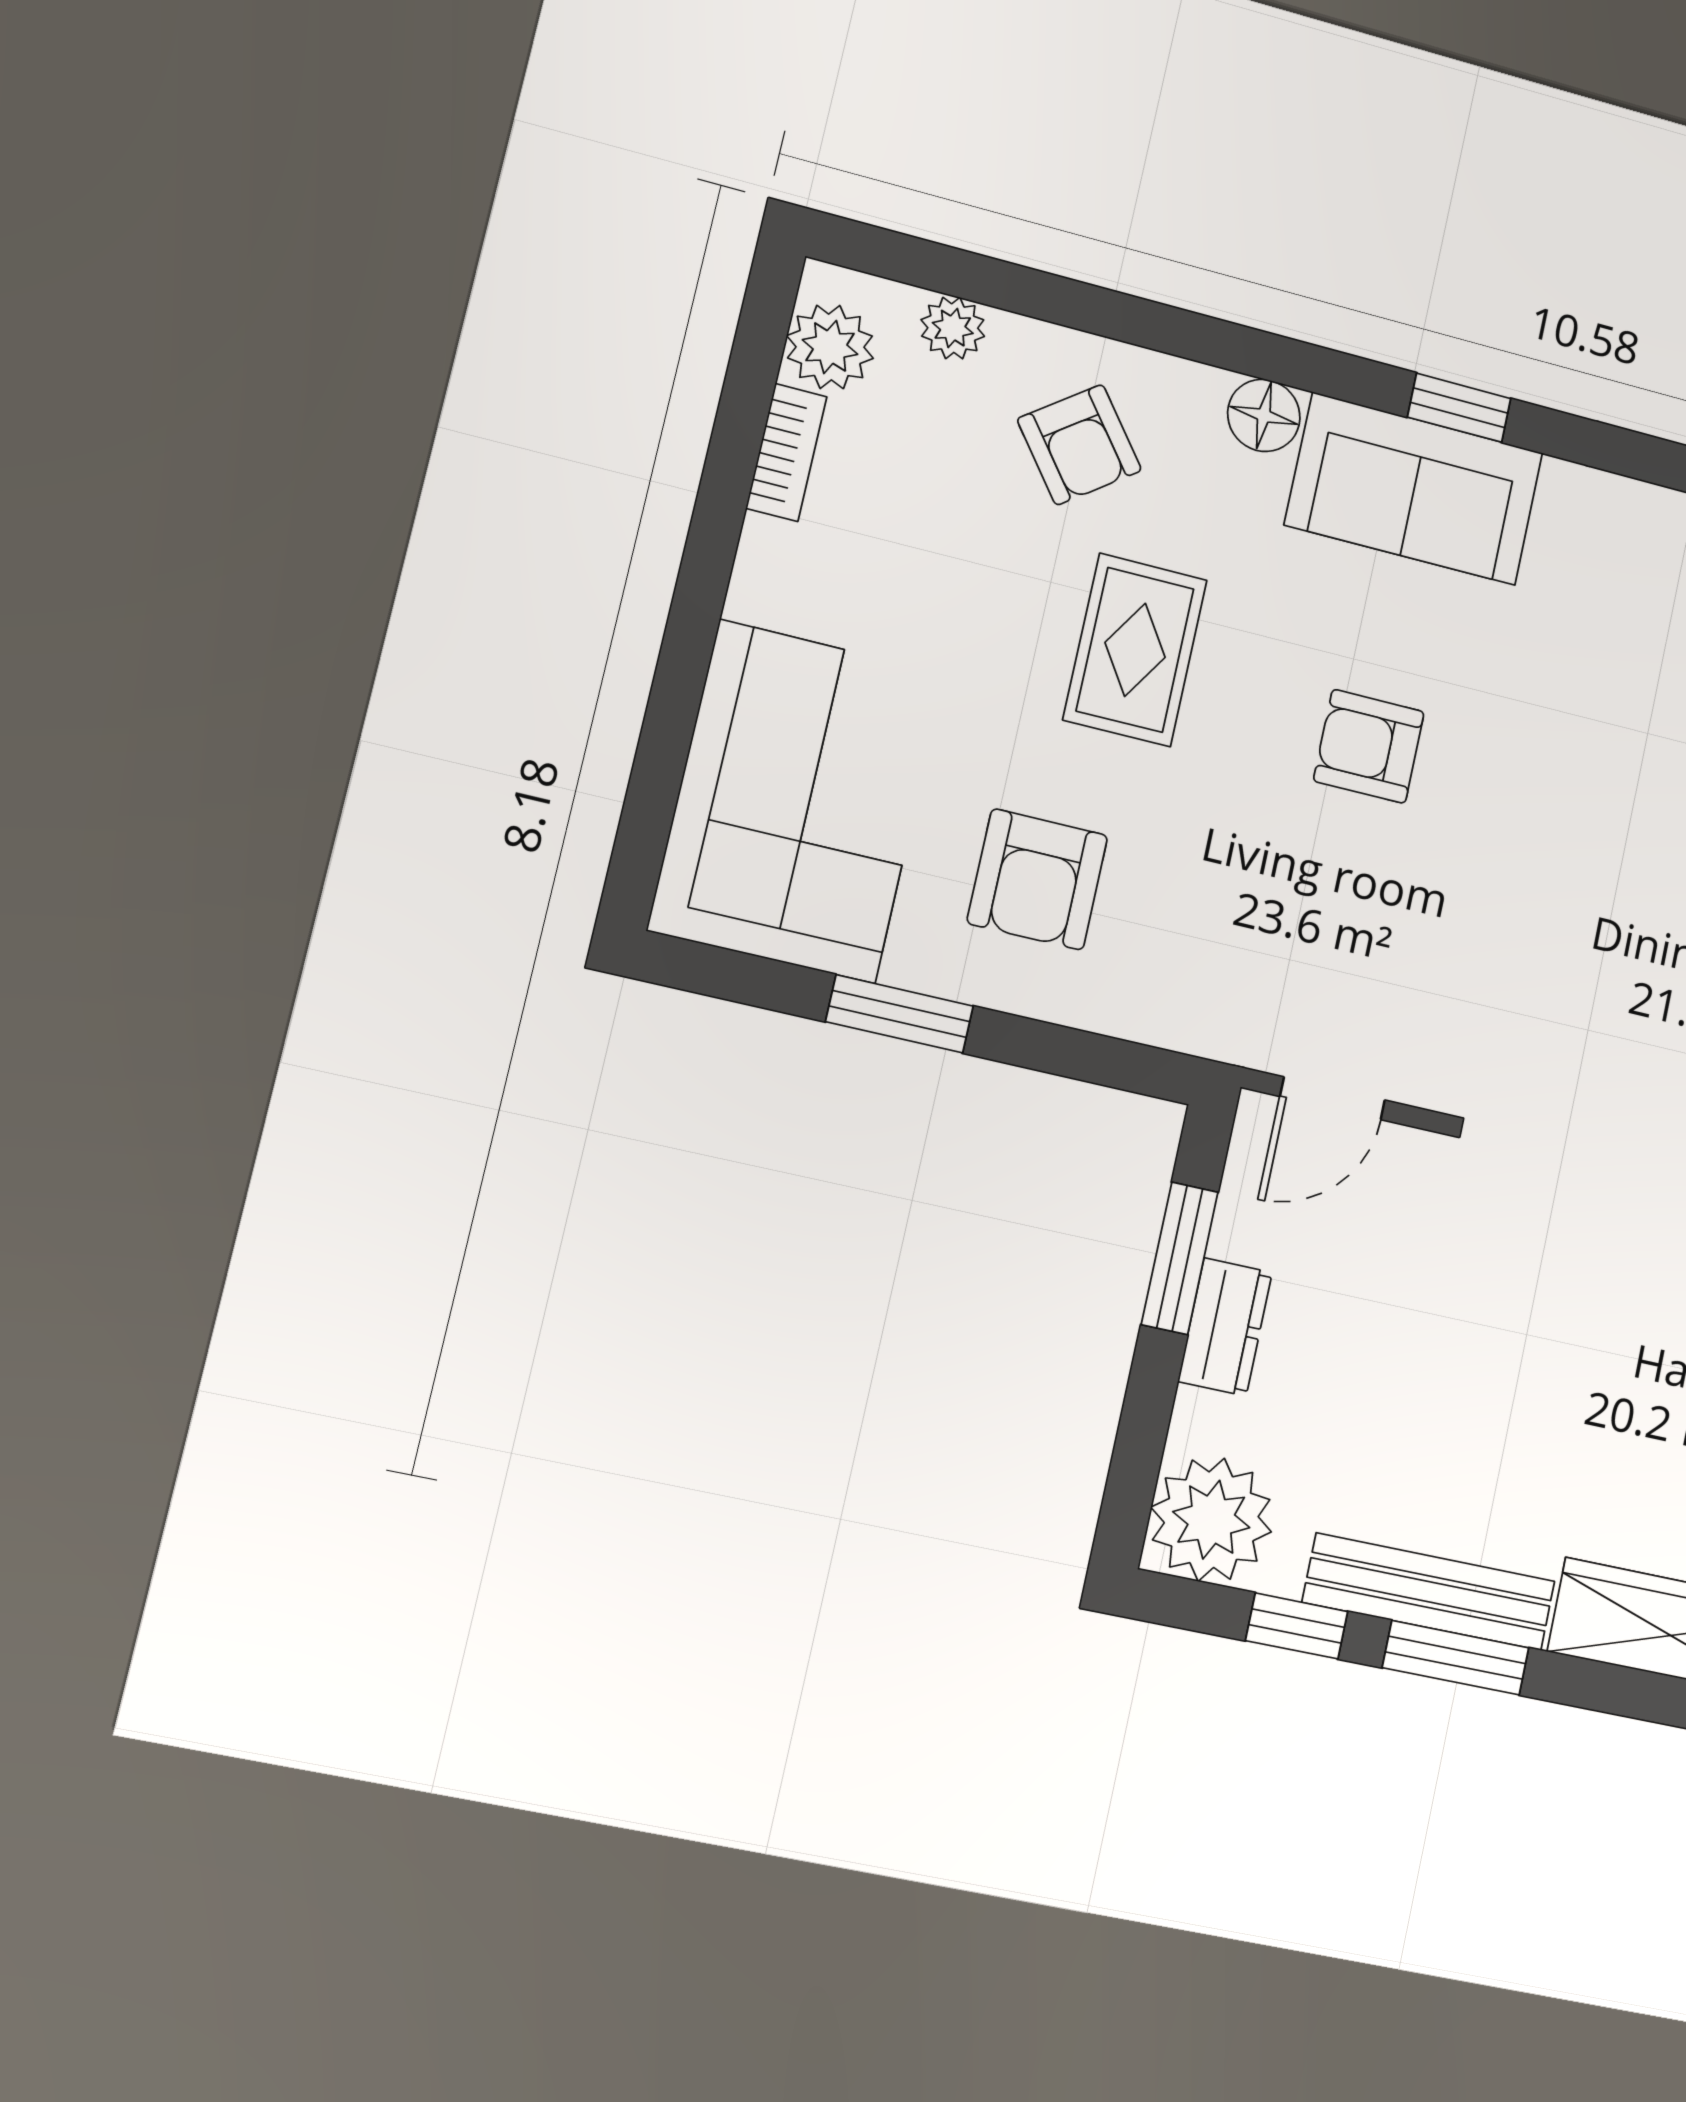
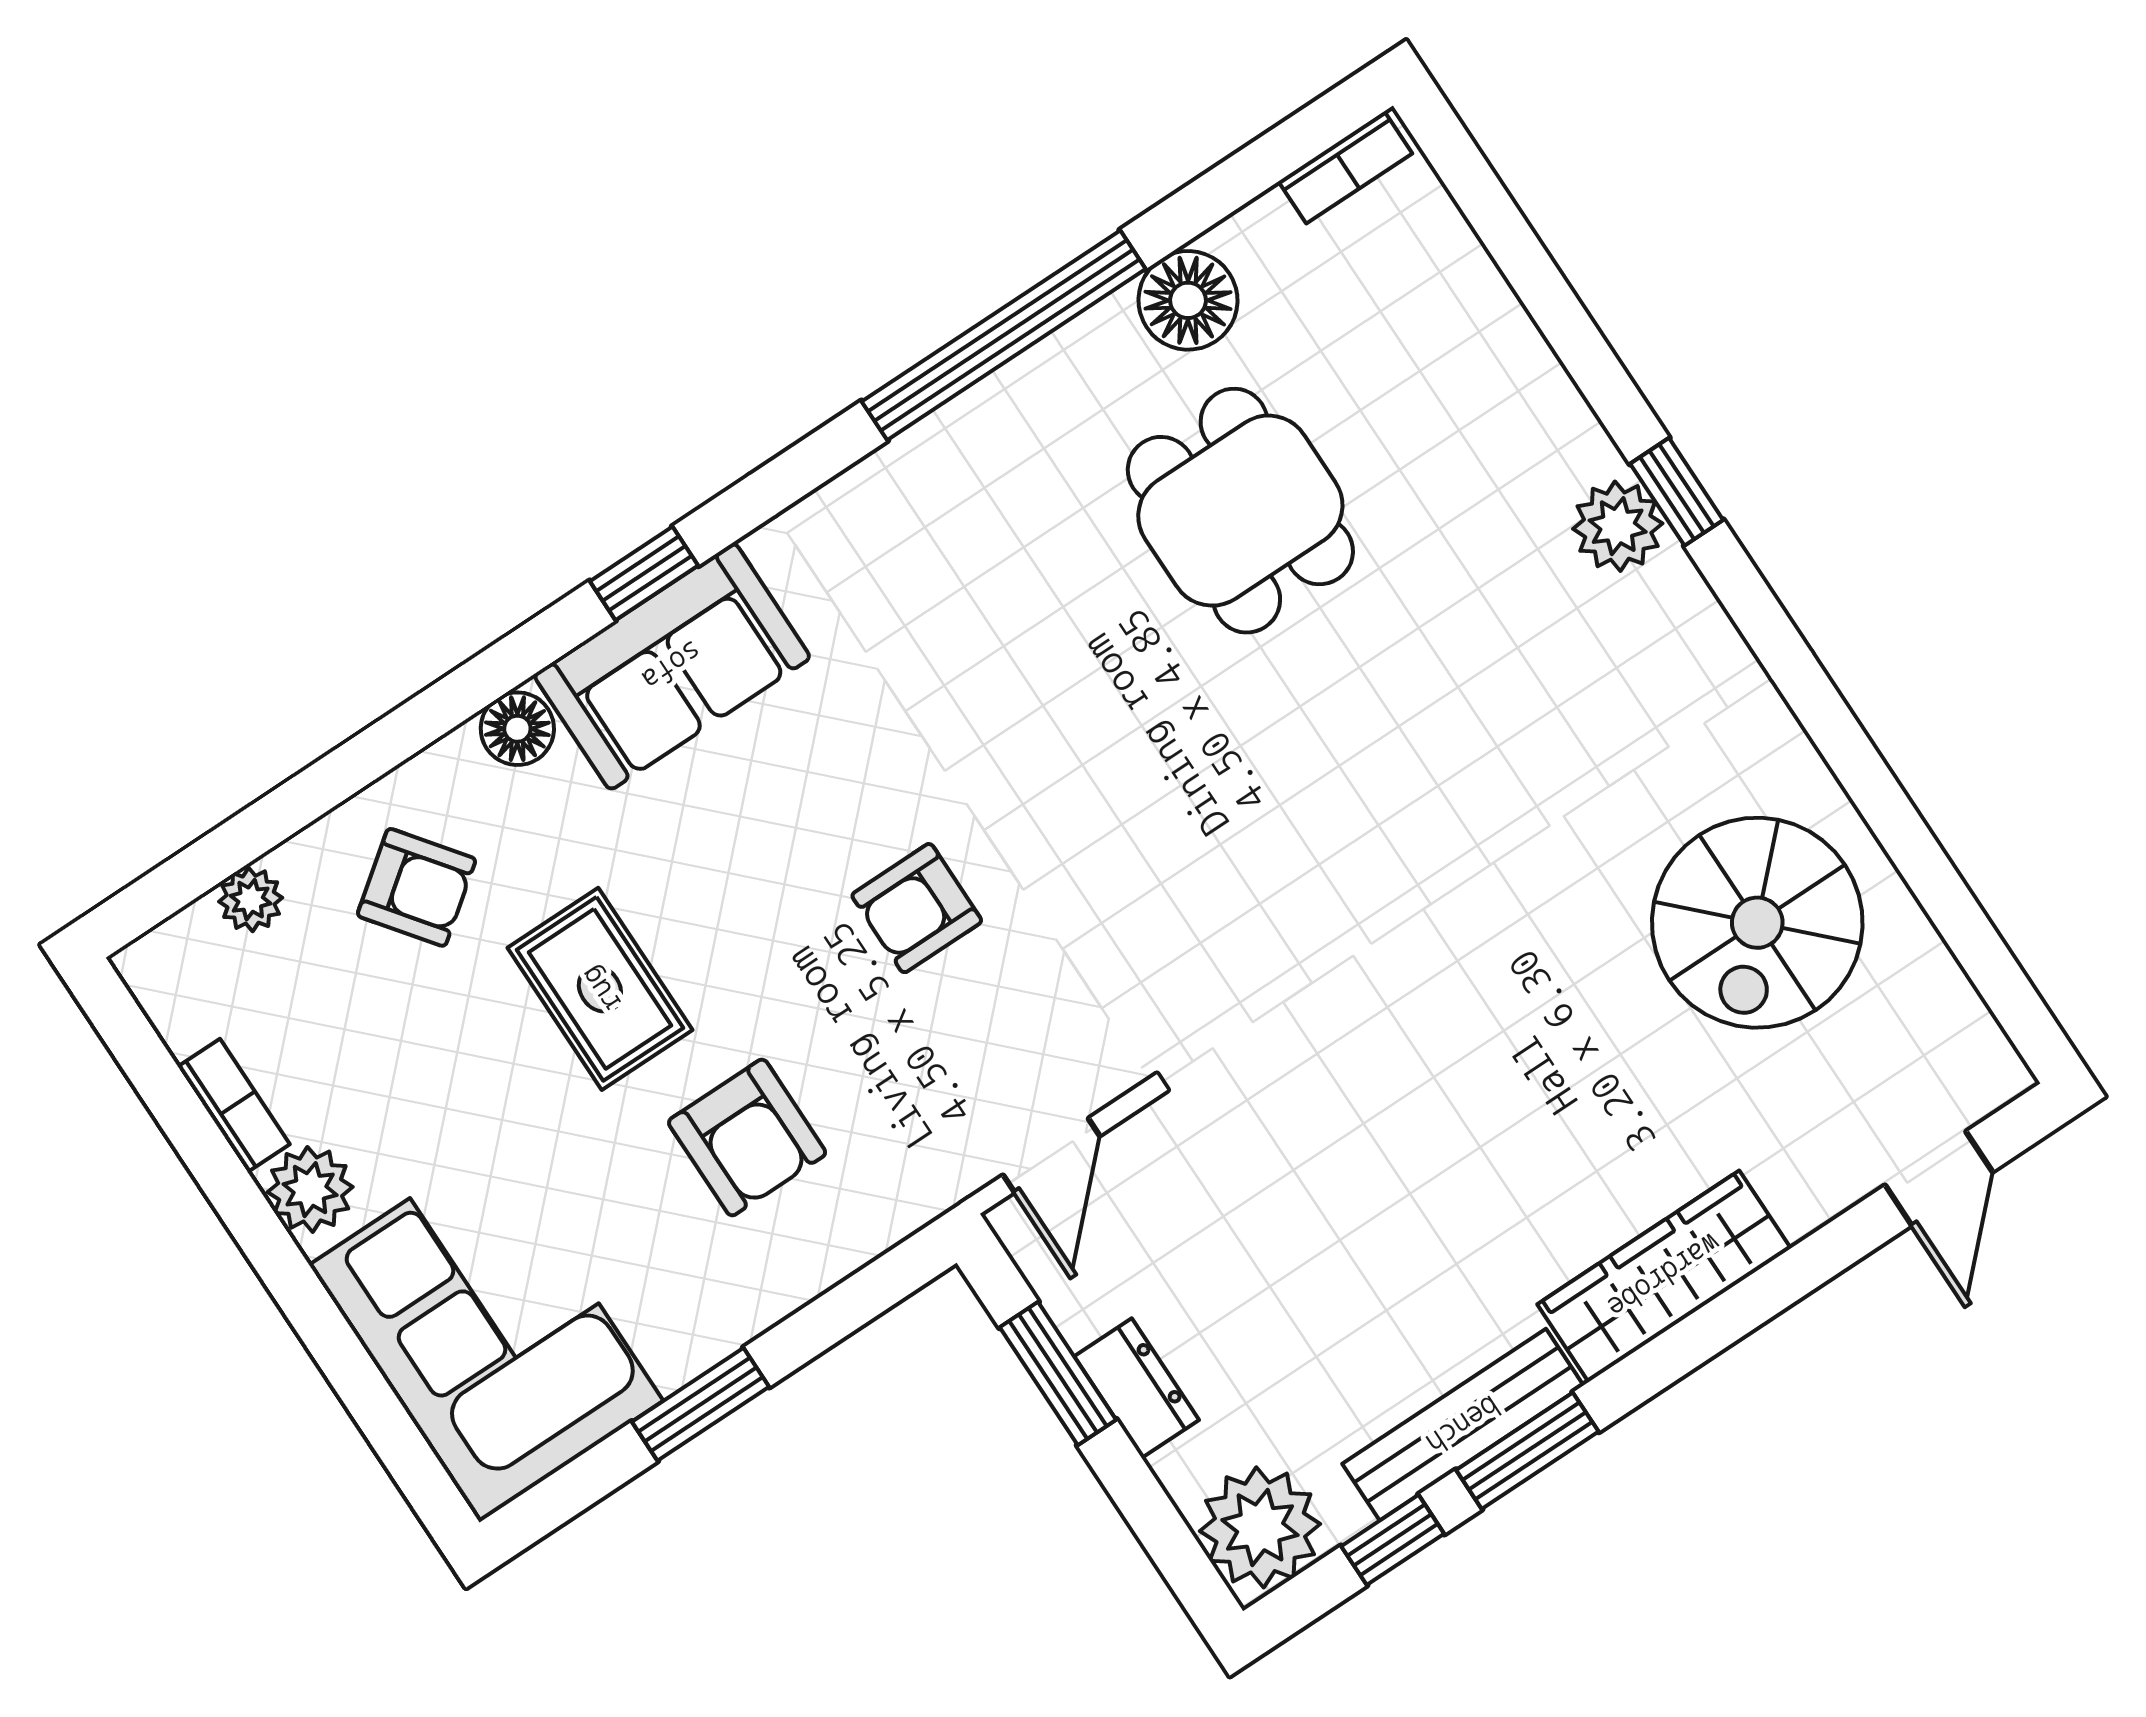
plant: (830, 347) -> (310, 1190), moved
armchair: (1369, 746) -> (917, 908), moved
armchair: (1037, 879) -> (747, 1137), moved

